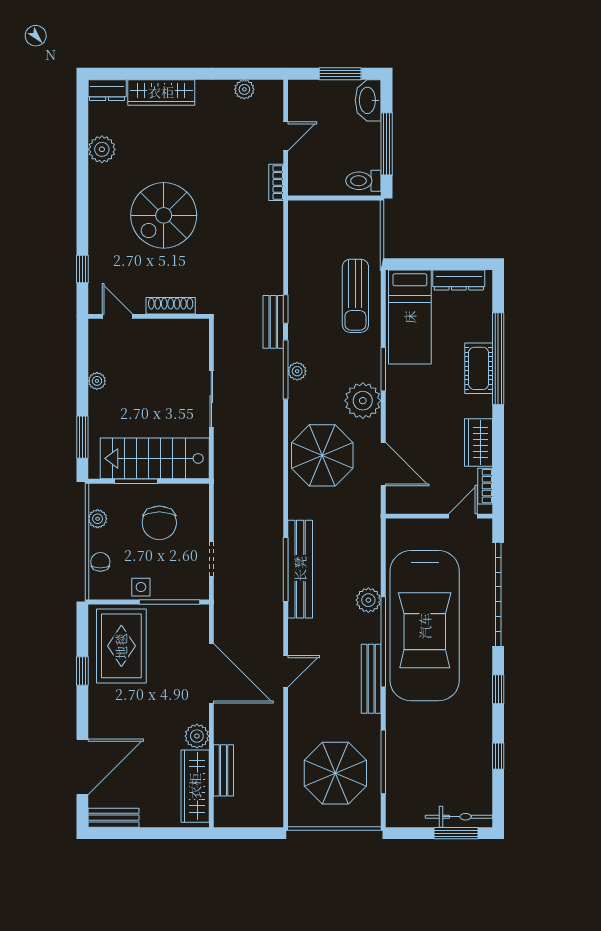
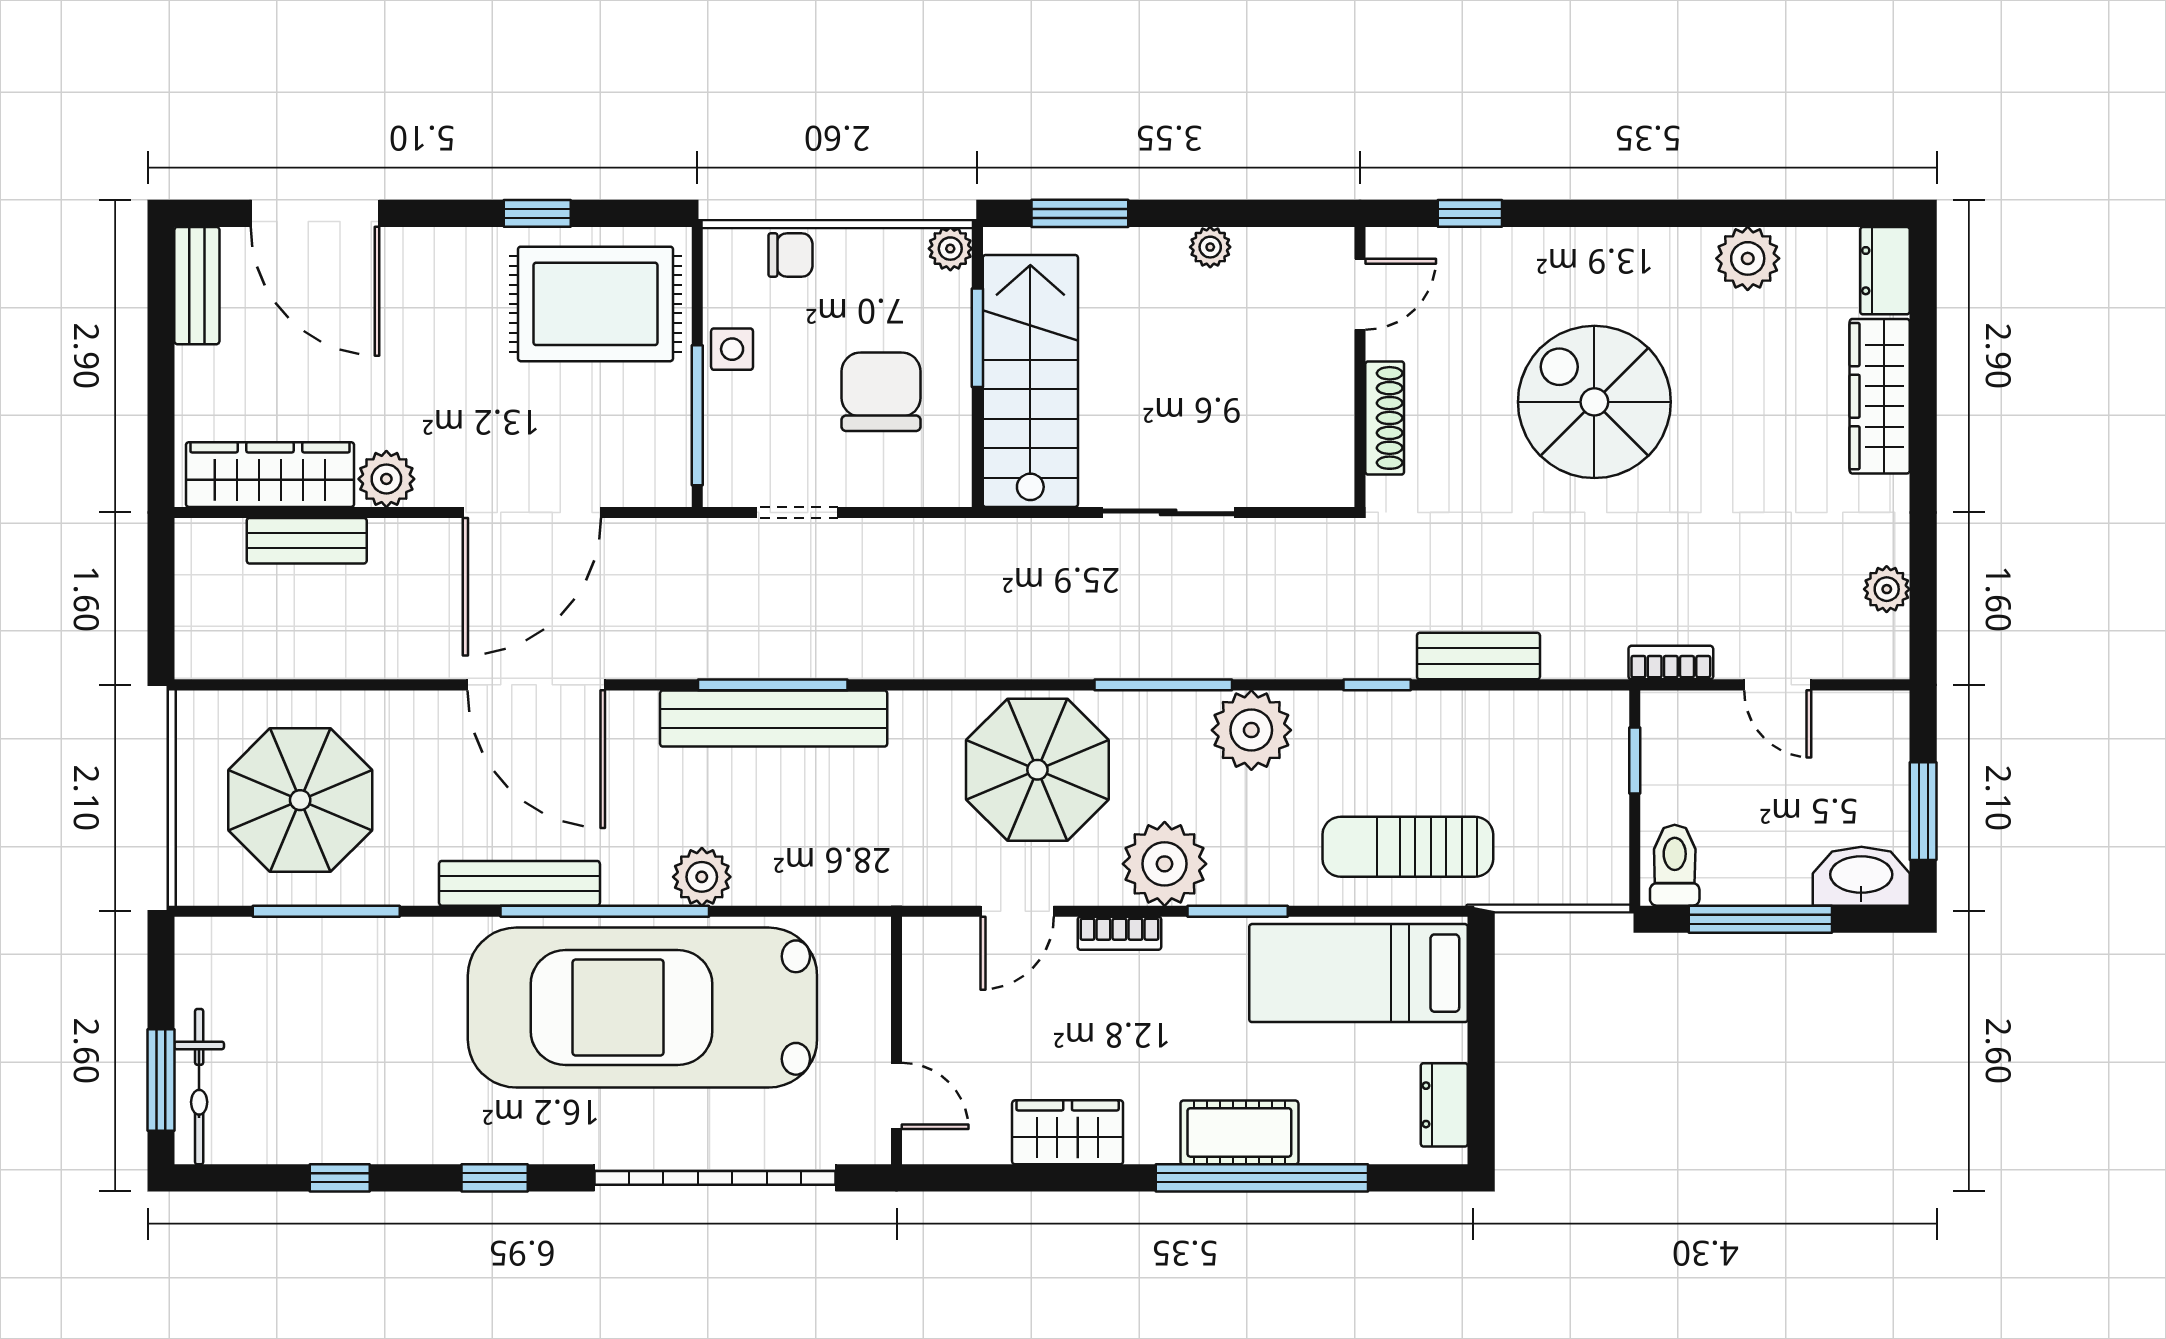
window: (318, 198) -> (1635, 761), added
dresser: (459, 280) -> (1444, 1105), width x0.70
bench: (273, 322) -> (1478, 656), moved
window: (286, 369) -> (1163, 685), moved
plant: (297, 371) -> (1251, 730), width x1.87, depth x1.87
door: (383, 464) -> (1017, 911), width x0.73
bookcase: (485, 486) -> (1119, 933), moved, turned 180
plant: (98, 519) -> (950, 249), moved
chair: (159, 523) -> (881, 392), turned 90
door: (286, 671) -> (536, 685), width x1.88

